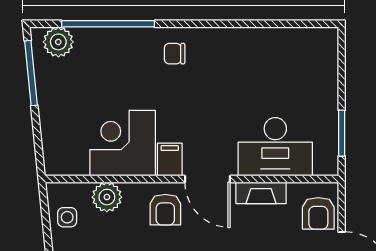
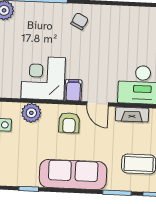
chair: (175, 54) -> (80, 21), turned 117
door: (208, 179) -> (97, 104), width x0.73

